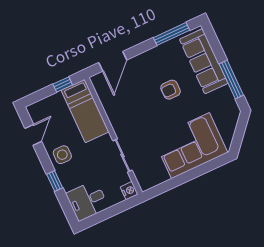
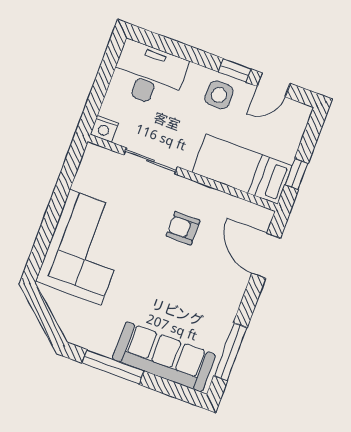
armchair: (171, 90) -> (183, 228), moved, turned -90
door: (33, 135) -> (274, 85), hinge flipped
window: (55, 181) -> (235, 70), moved
desk: (87, 201) -> (149, 74), width x1.37

